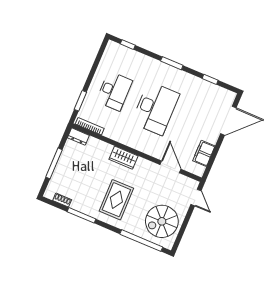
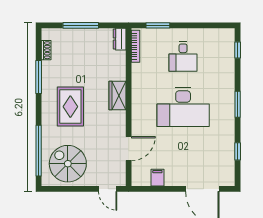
desk: (114, 91) -> (183, 56), width x0.73
filing cabinet: (204, 153) -> (157, 178), width x0.50
door: (196, 198) -> (108, 189), hinge flipped
rug: (116, 200) -> (70, 107), turned 90

